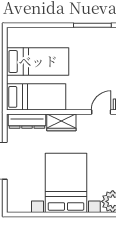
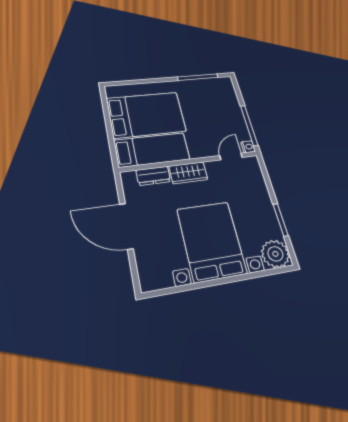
bed: (38, 61) -> (146, 115), width x1.50
dresser: (27, 121) -> (153, 176), width x0.70

